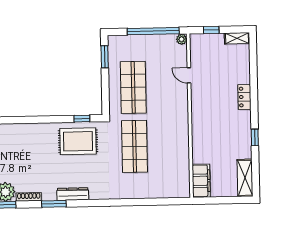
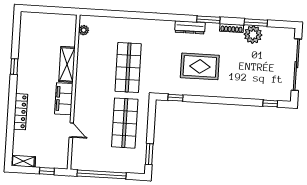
plant: (182, 39) -> (84, 30), moved
locker: (244, 97) -> (20, 112), width x1.53
rug: (78, 141) -> (200, 66), moved
shelving: (245, 178) -> (67, 64), moved
filing cabinet: (201, 181) -> (64, 99), moved

